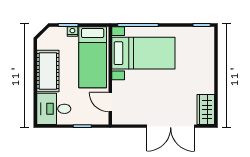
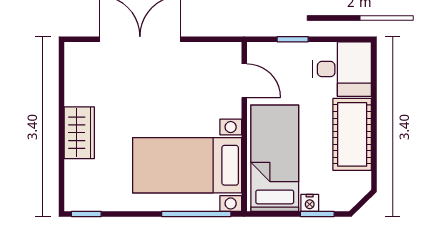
wardrobe: (206, 110) -> (79, 133), moved

